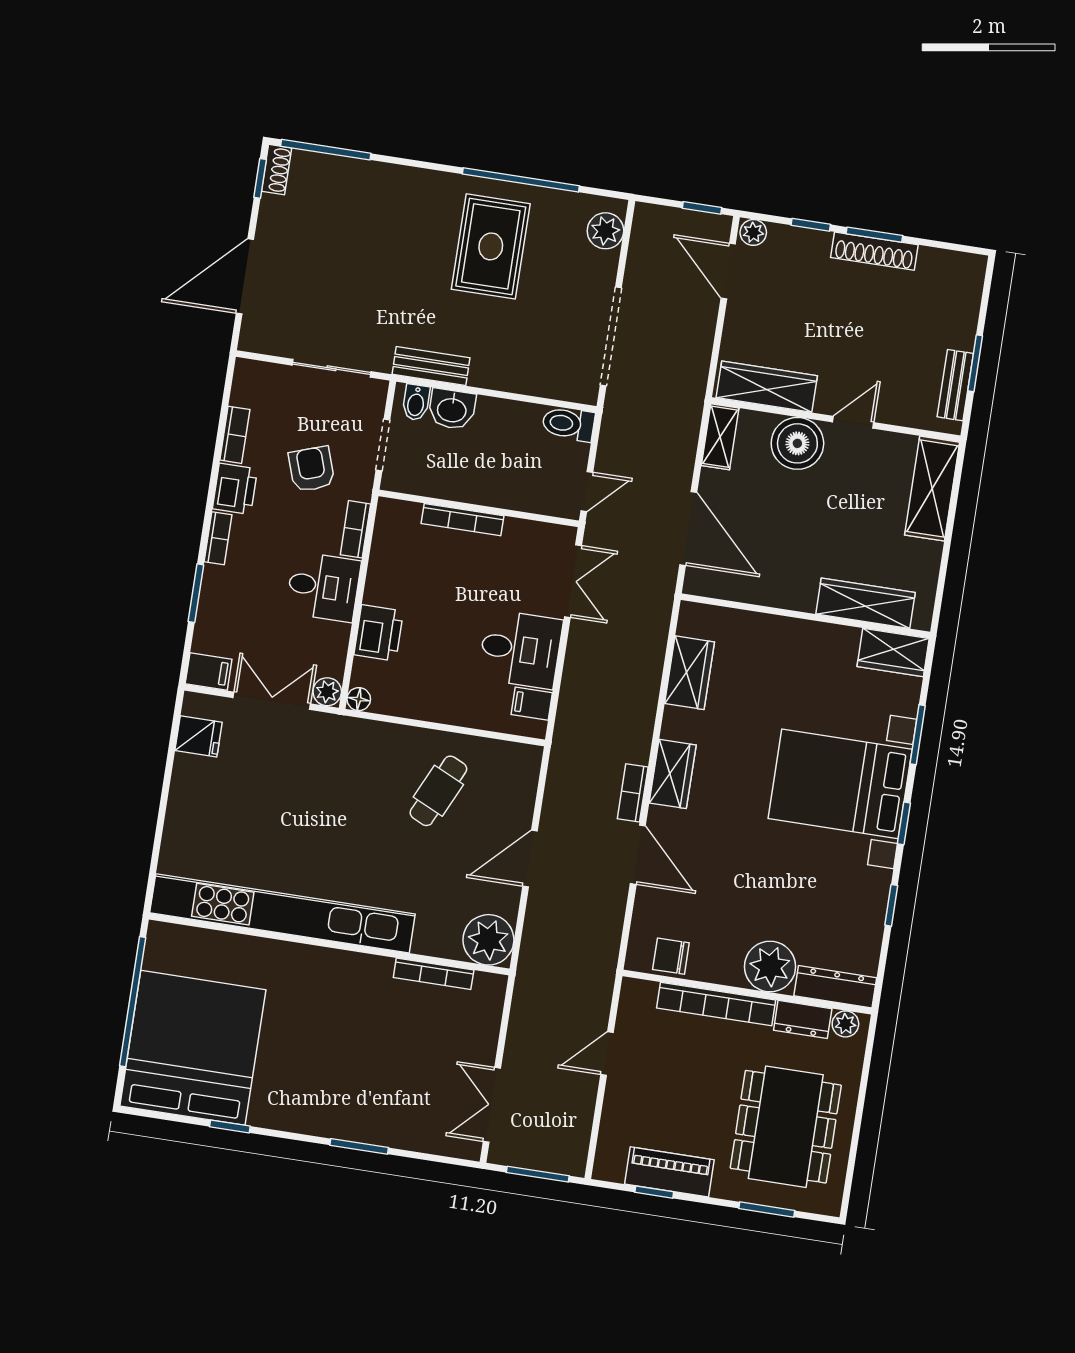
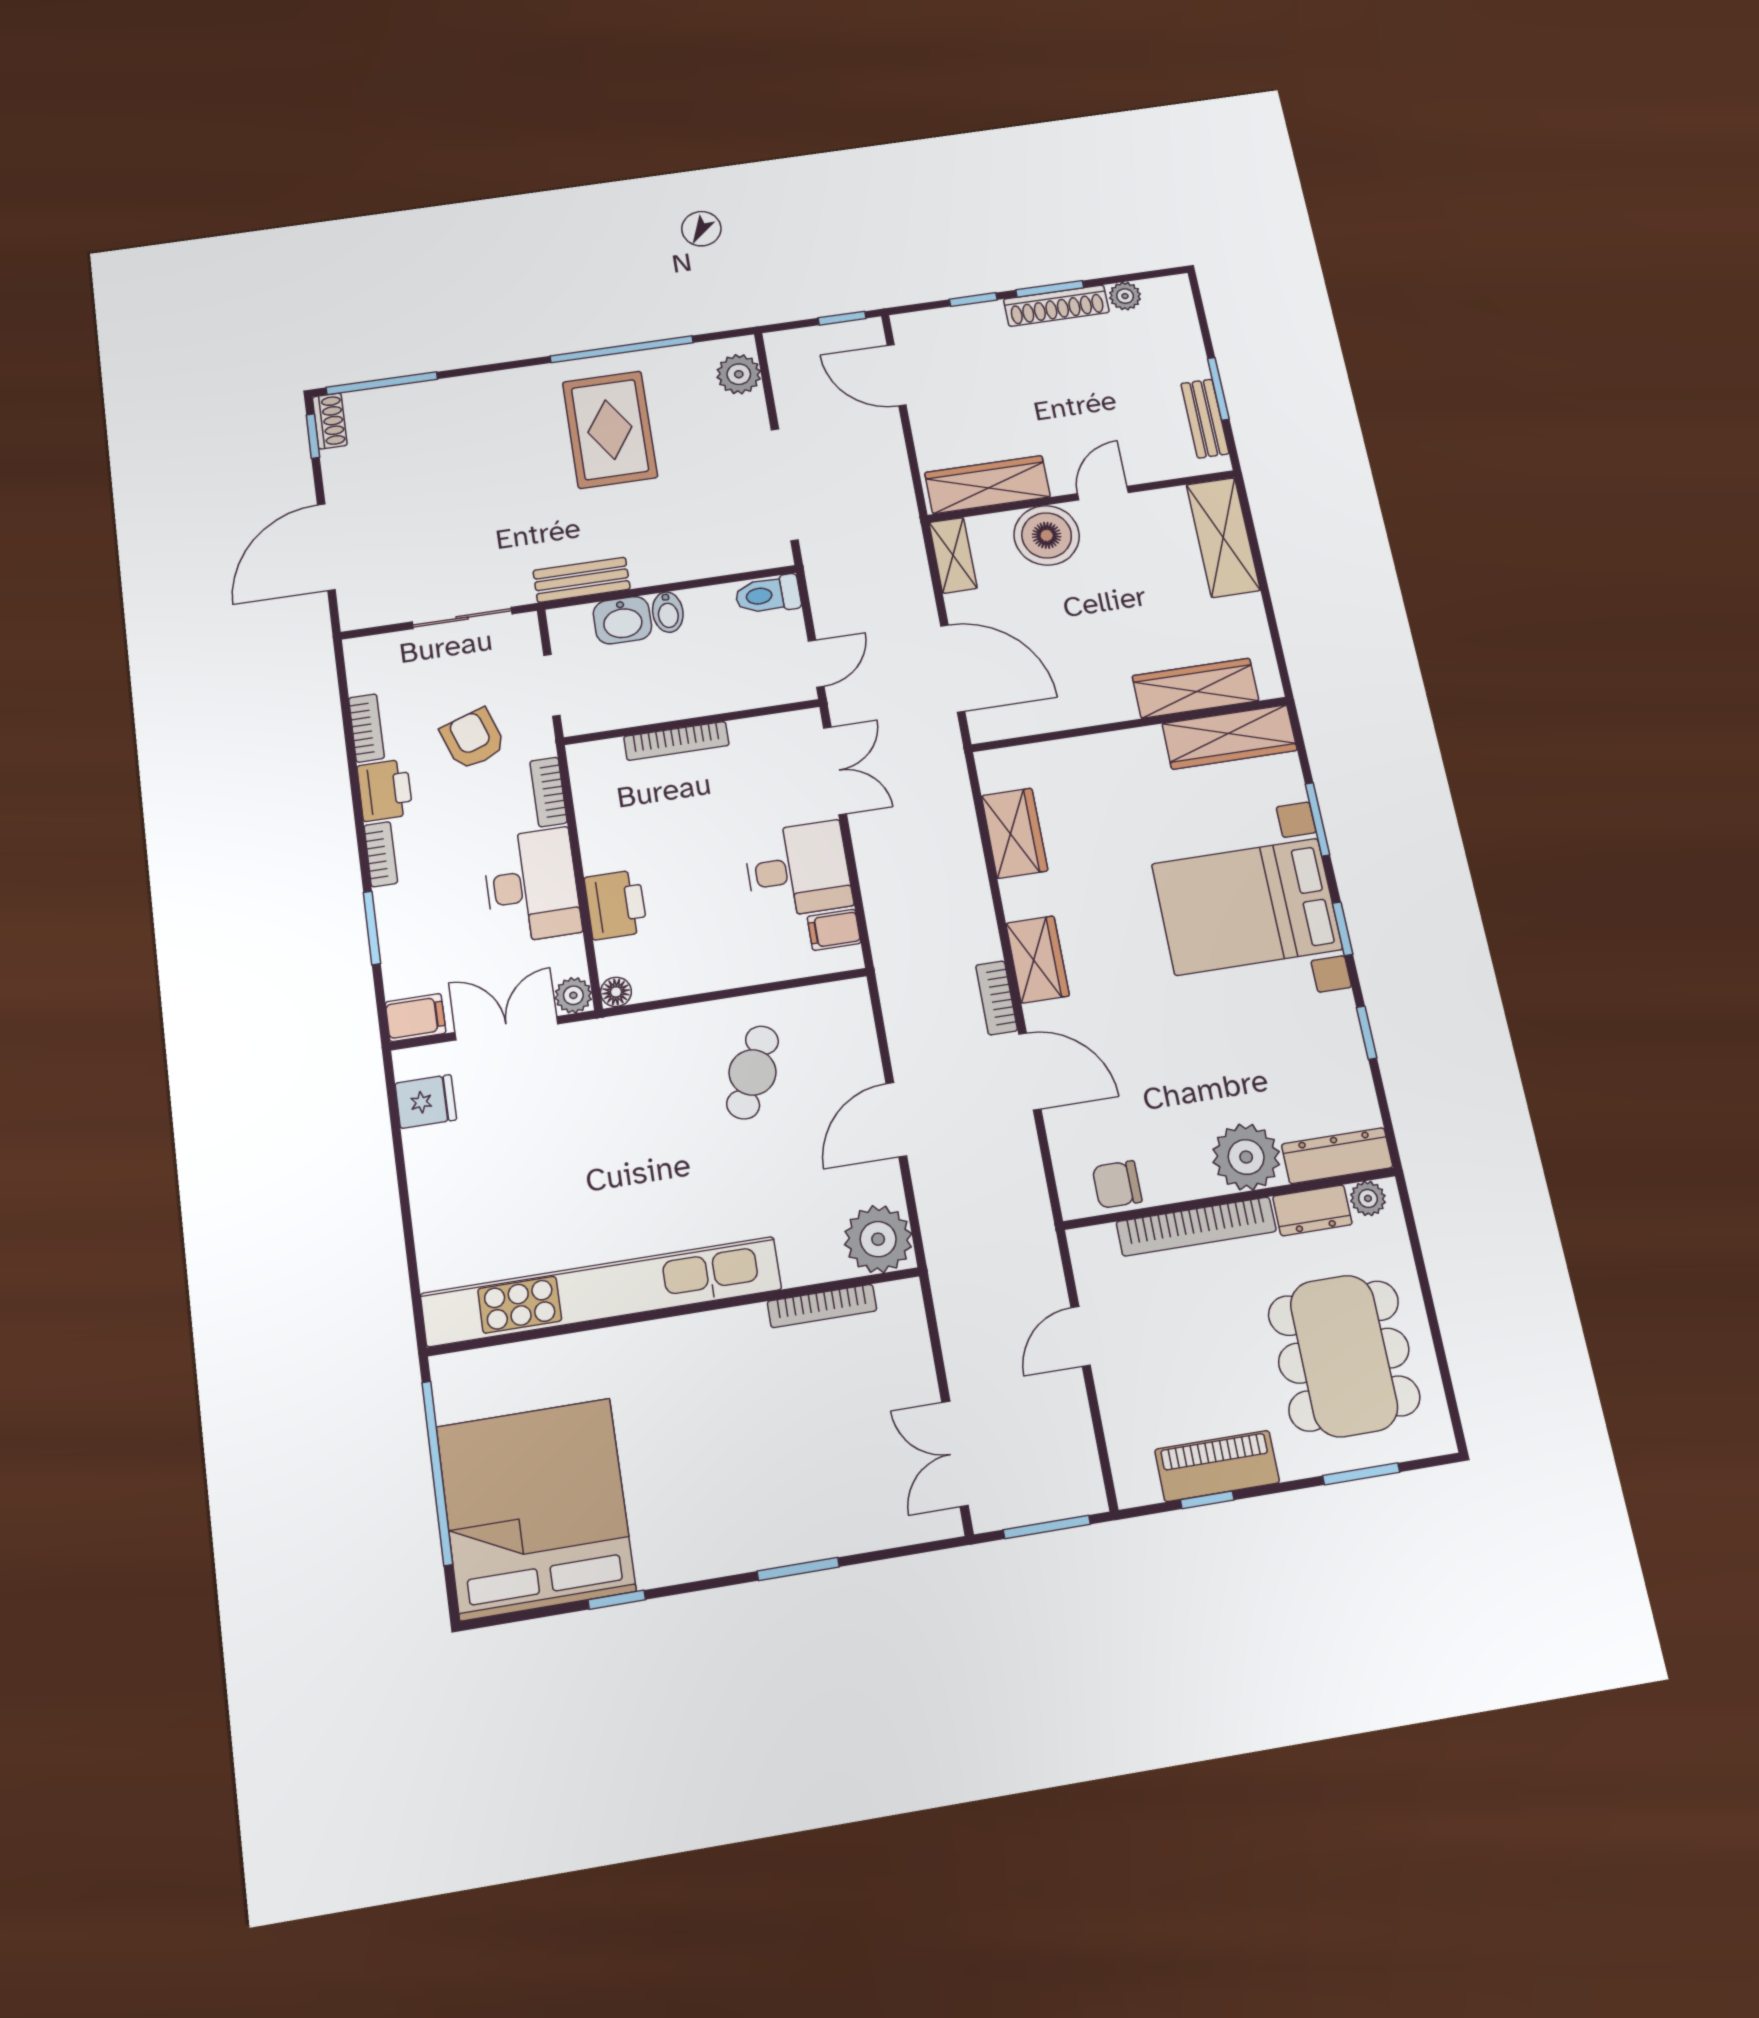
plant: (753, 232) -> (1125, 296), moved
bidet: (416, 402) -> (668, 612), moved
desk: (323, 587) -> (532, 886), width x1.37
wardrobe: (893, 652) -> (1230, 737), width x1.50

